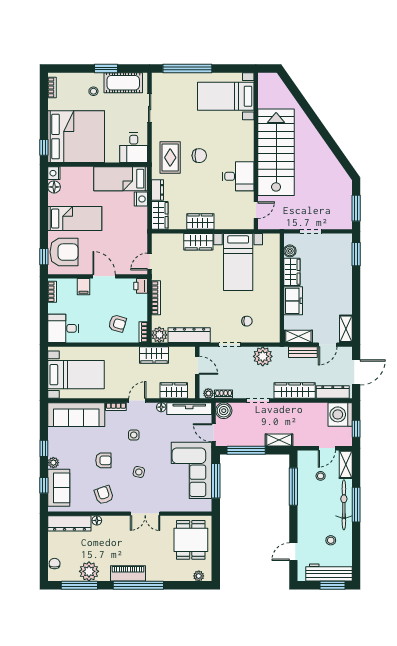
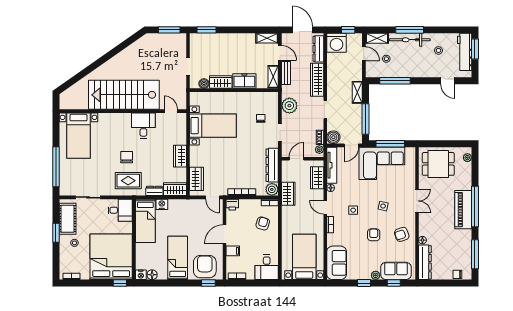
wardrobe: (198, 242) -> (197, 179), moved
sofa: (76, 415) -> (337, 263), width x0.73
plant: (89, 571) -> (464, 246), removed
piano: (128, 573) -> (463, 210), width x1.37, depth x1.33

